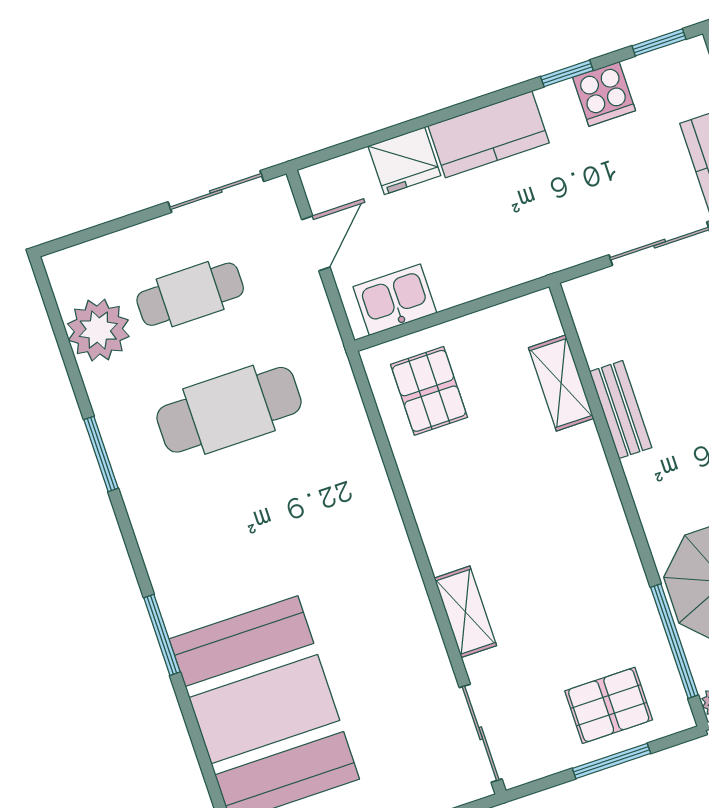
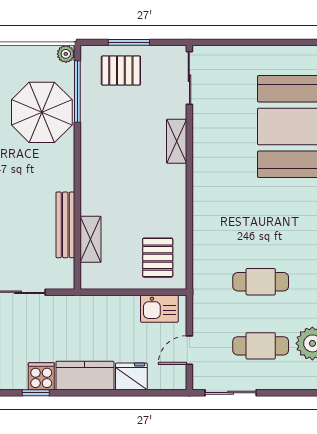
cooker: (604, 94) -> (41, 376), moved
cafe table: (229, 410) -> (261, 282), width x0.73, depth x0.74
bench: (621, 410) -> (65, 225), width x1.36

